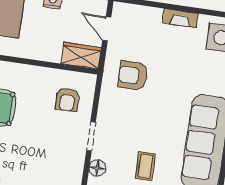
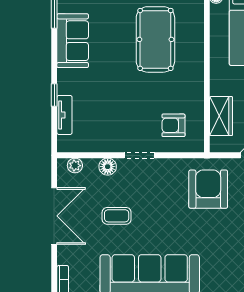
wardrobe: (81, 56) -> (221, 116), moved
armchair: (133, 76) -> (208, 189), width x1.36, depth x1.36

